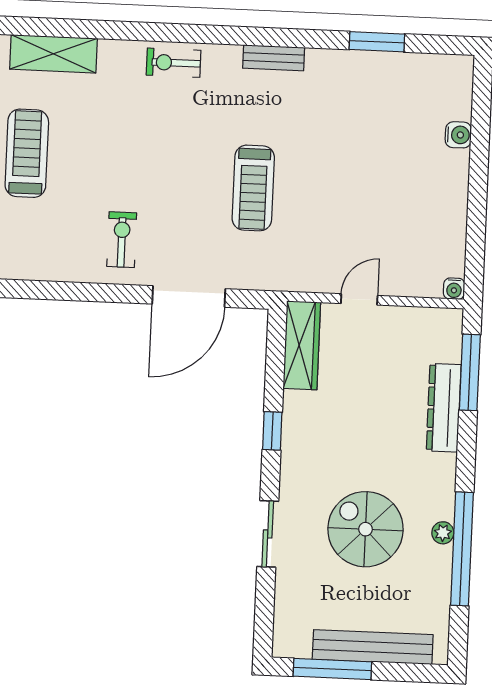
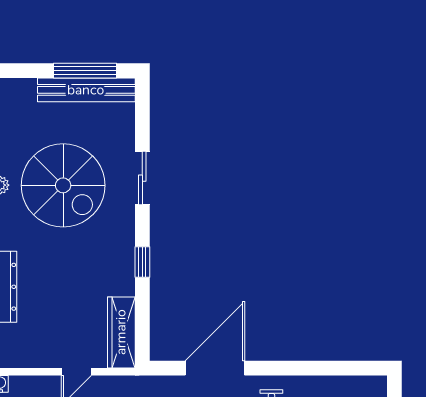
spiral stairs: (365, 529) -> (63, 185), width x1.37, depth x1.37
bench: (373, 647) -> (86, 90), moved

